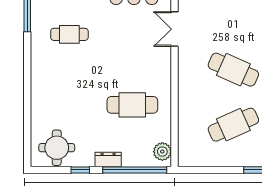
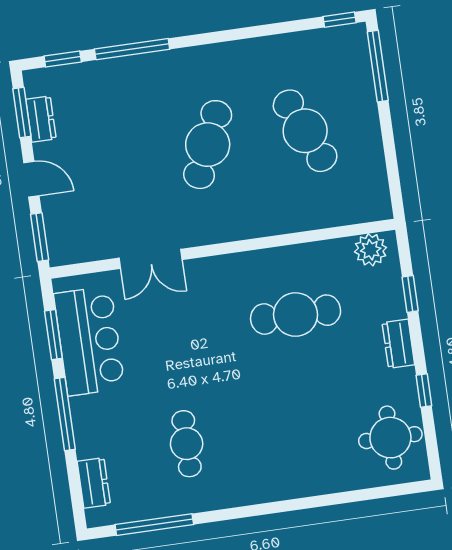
cafe table: (132, 105) -> (296, 315), turned 90
window: (135, 170) -> (410, 294), width x0.32

